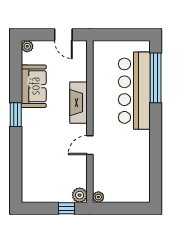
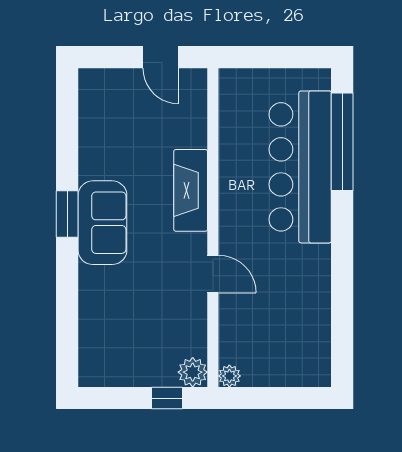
plant: (27, 46) -> (90, 80), removed
sofa: (34, 86) -> (102, 223), moved
door: (90, 145) -> (213, 274), swing flipped

